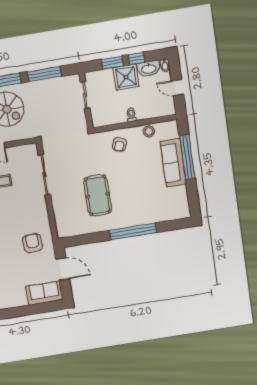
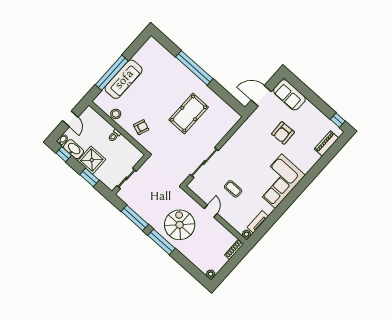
window: (137, 59) -> (64, 154), moved
armchair: (33, 243) -> (283, 133), moved
door: (63, 269) -> (261, 96), hinge flipped

